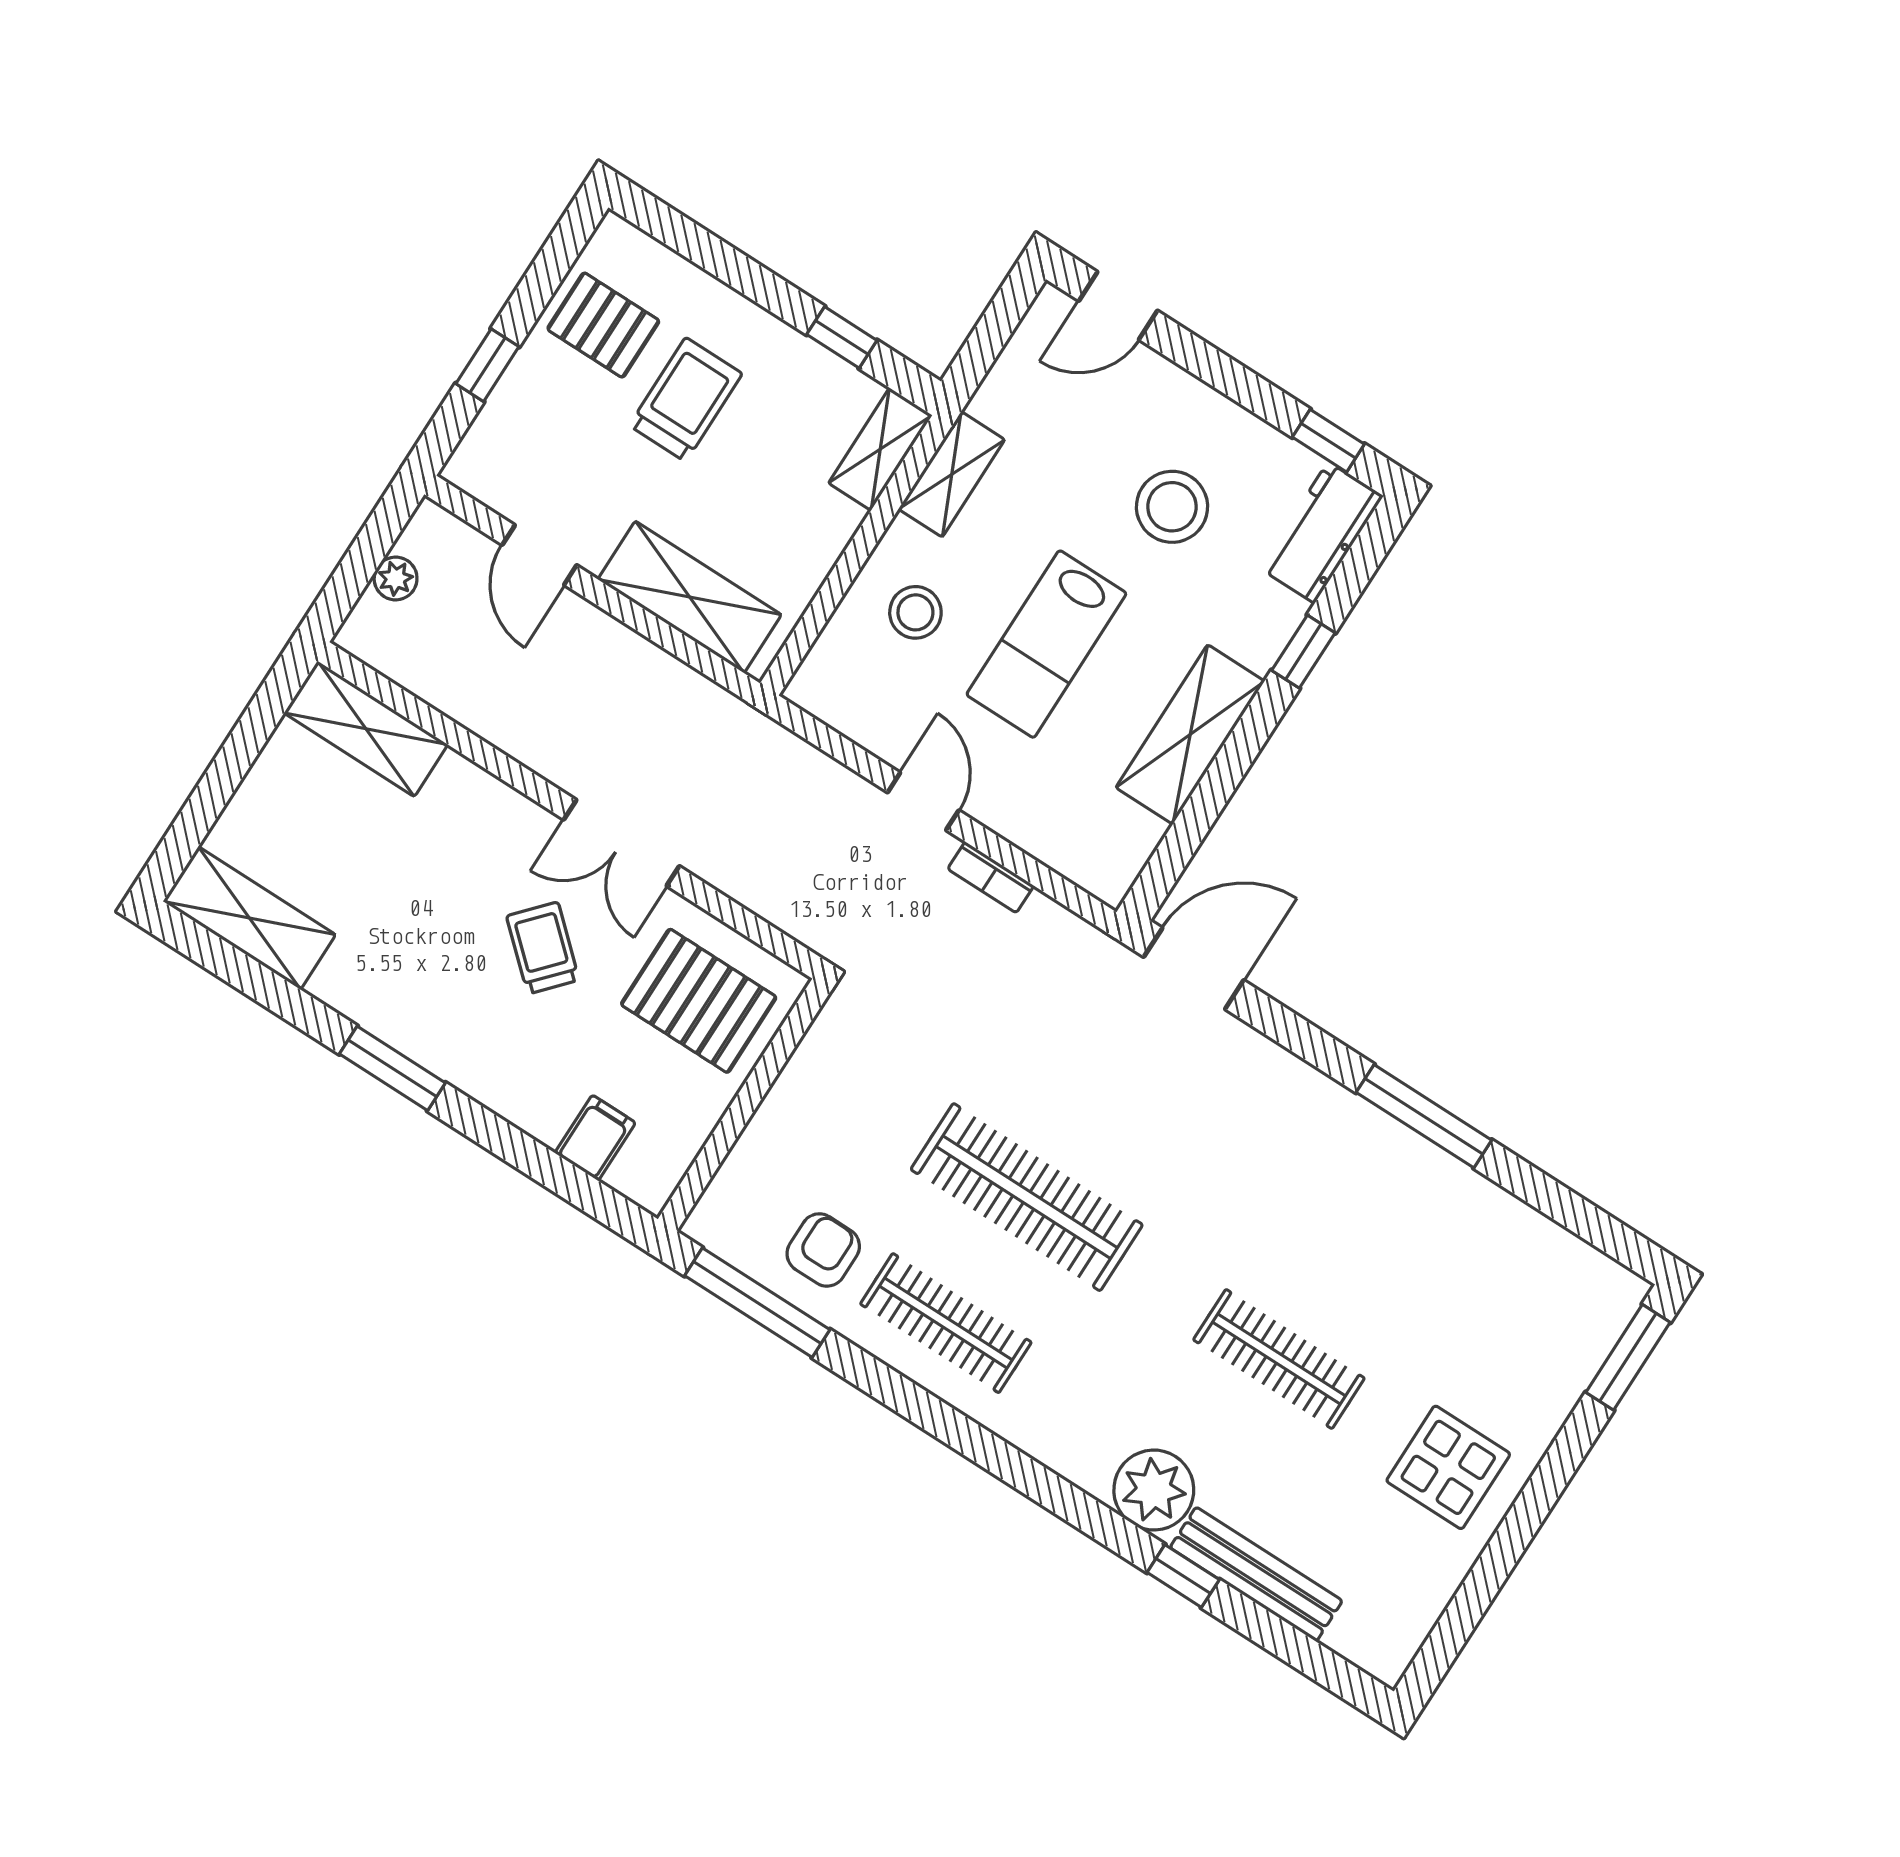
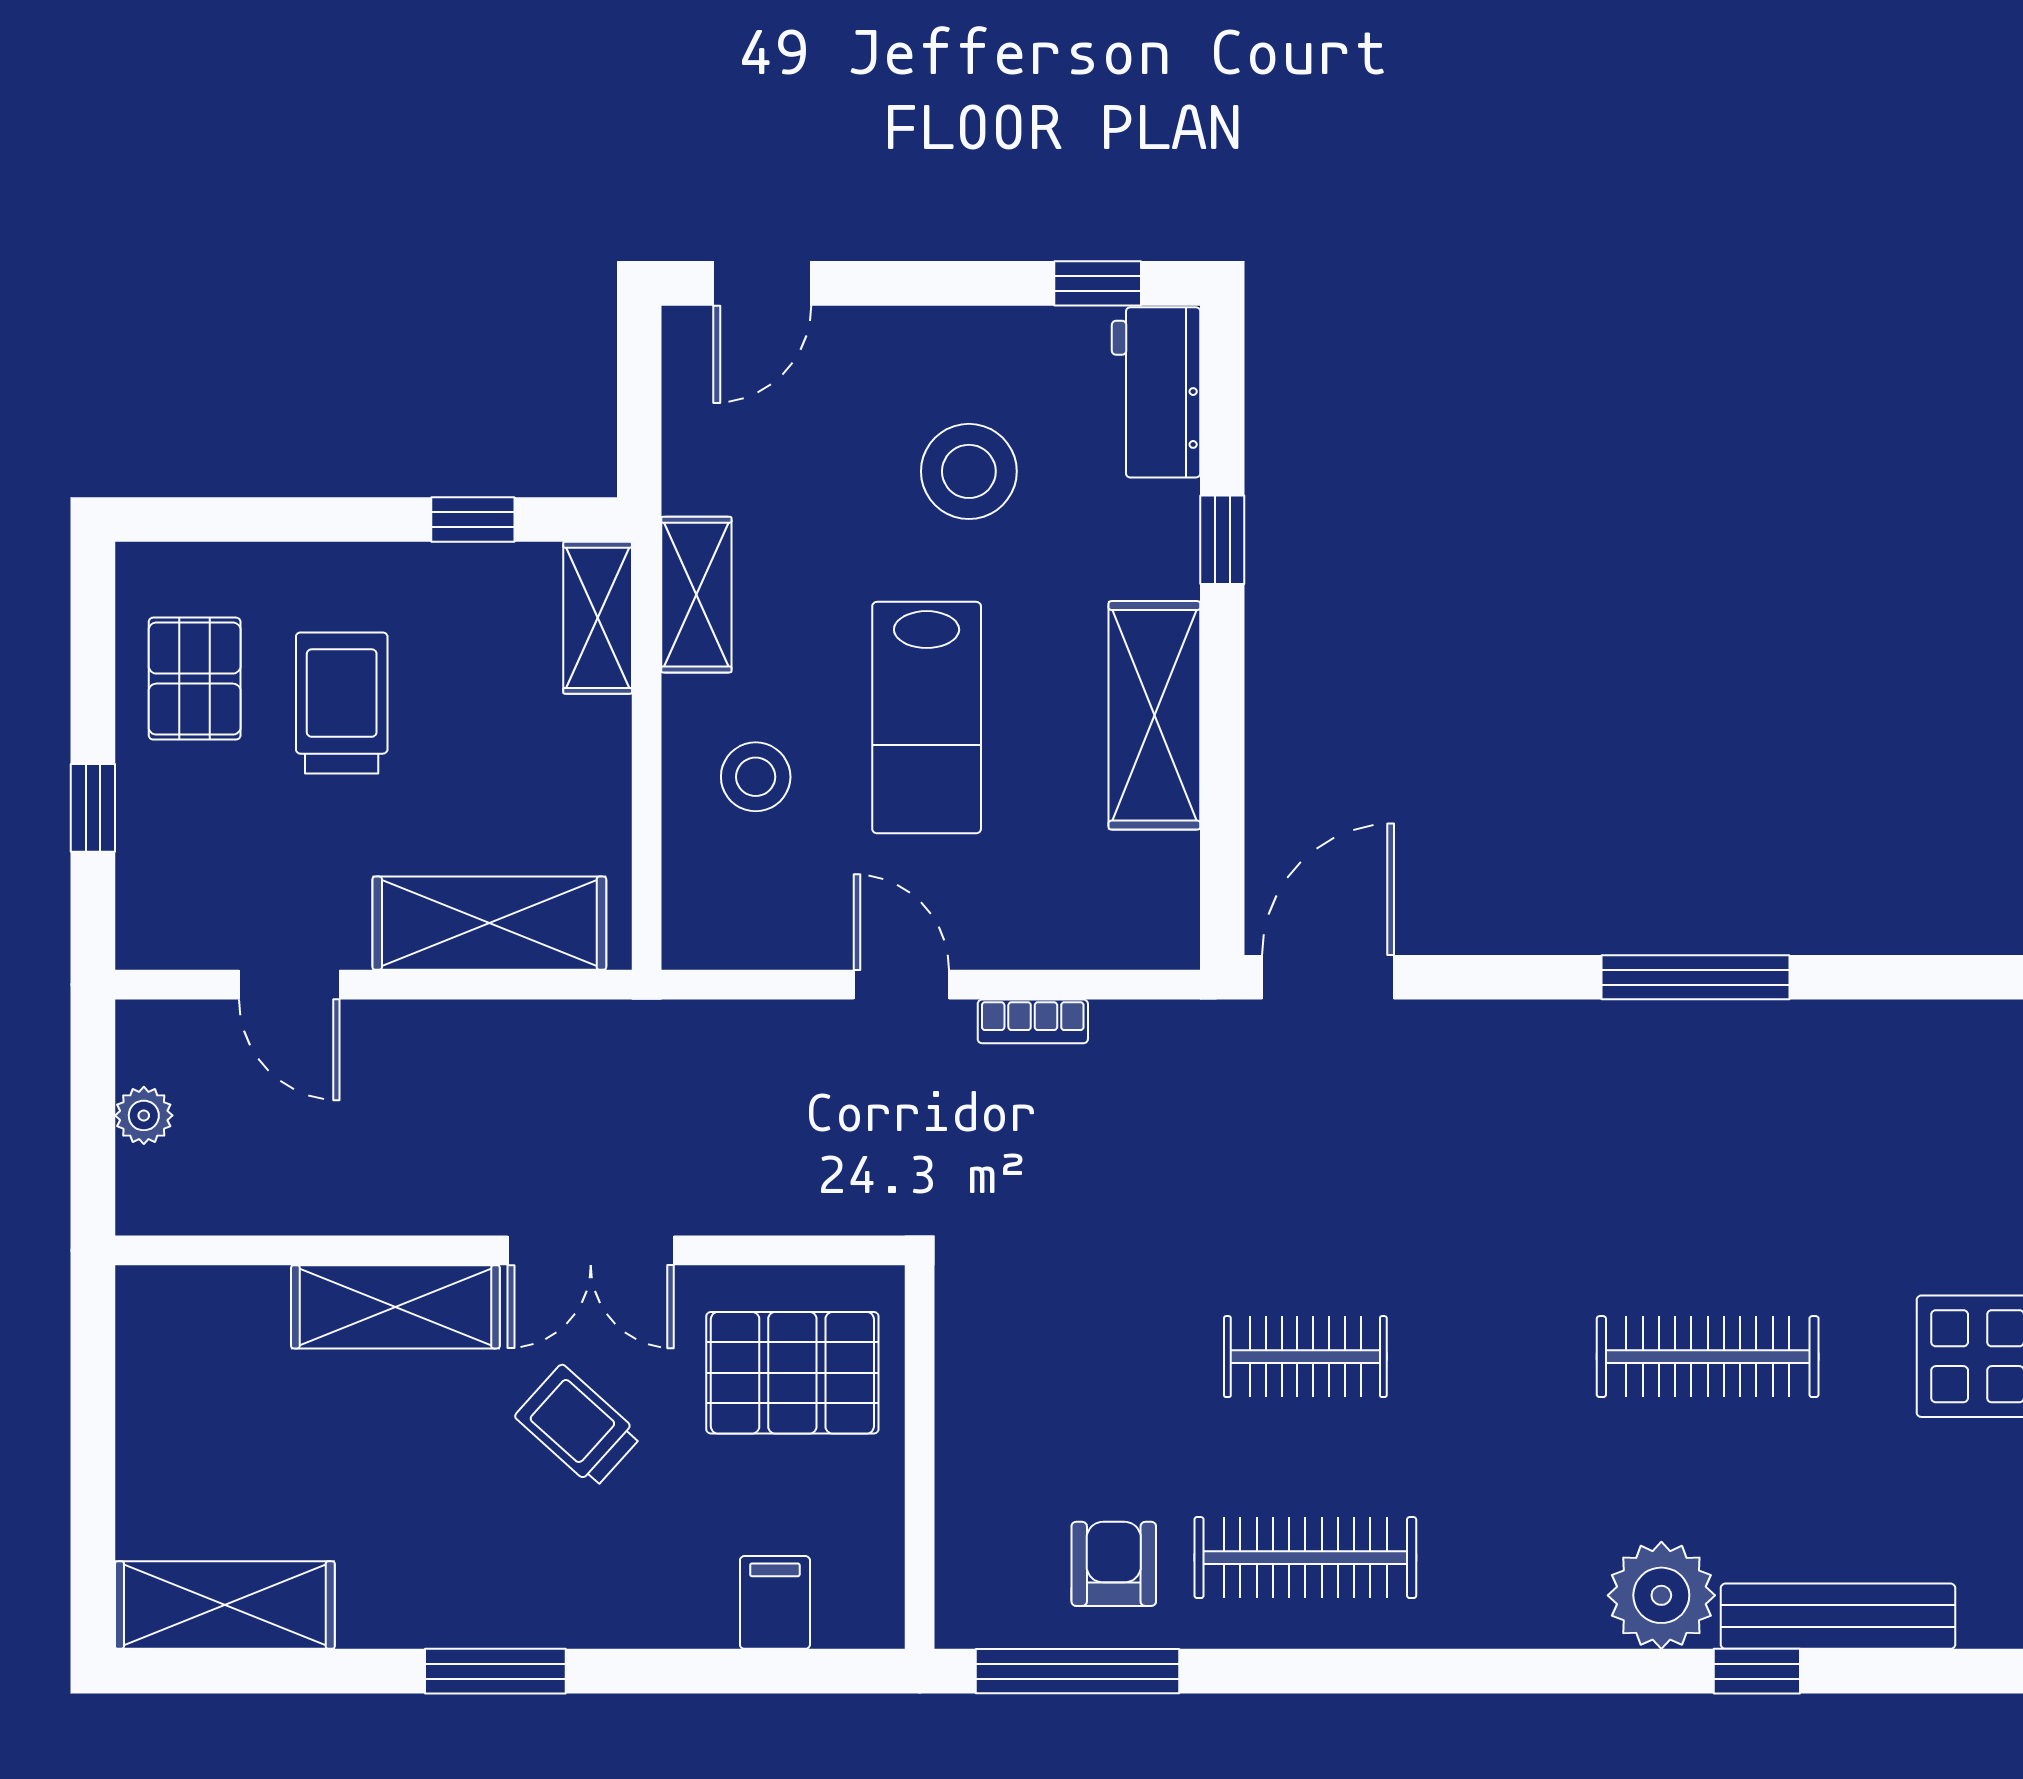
pallet: (603, 325) -> (195, 679), turned 90
shelving: (366, 729) -> (395, 1307), moved
clothes rail: (1027, 1197) -> (1305, 1357), width x0.54, depth x0.76

